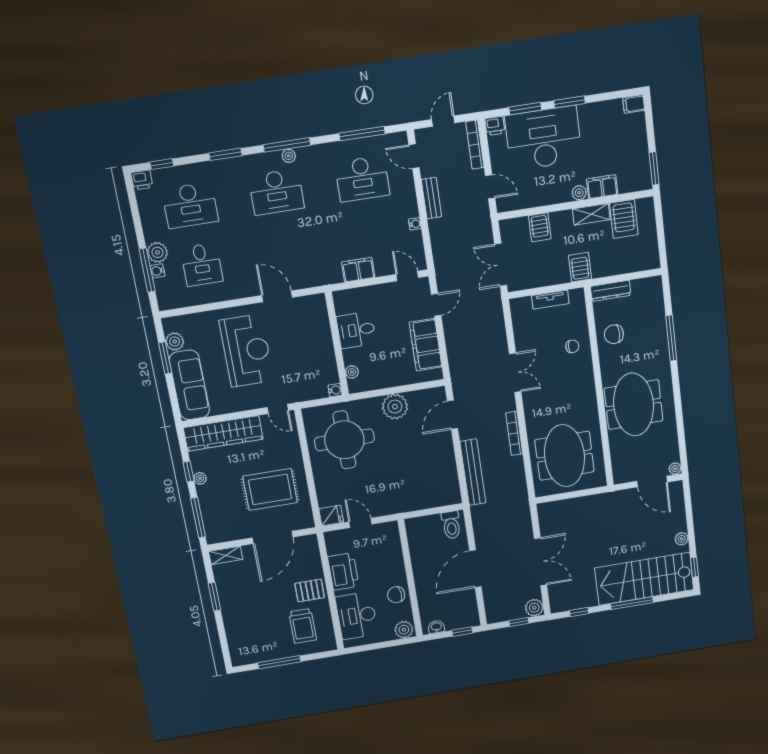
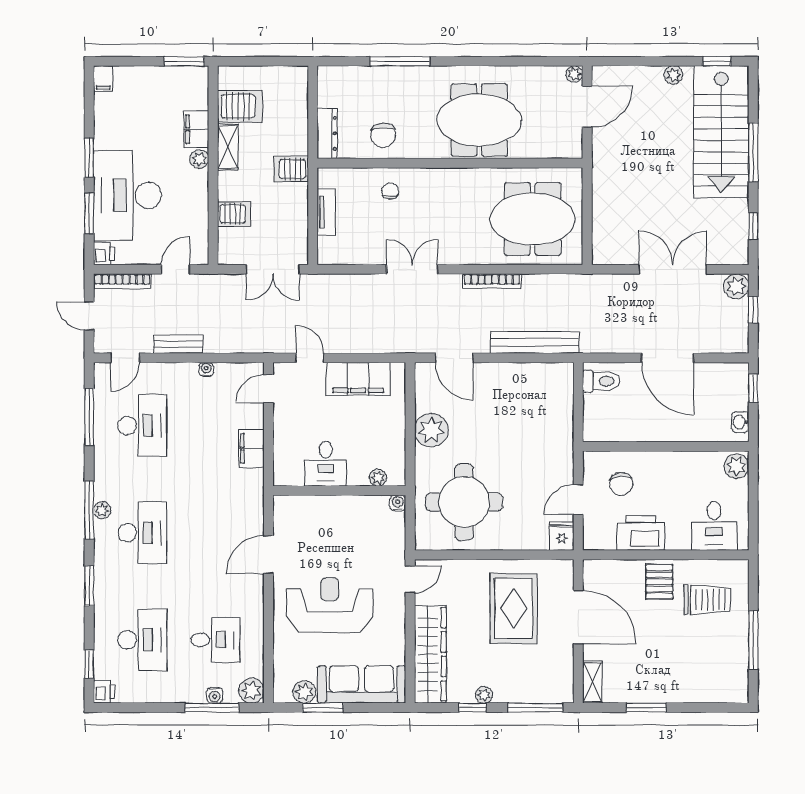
plant: (157, 252) -> (252, 691), moved
chair: (396, 595) -> (621, 484), moved
desk: (357, 616) -> (714, 526), width x0.73

